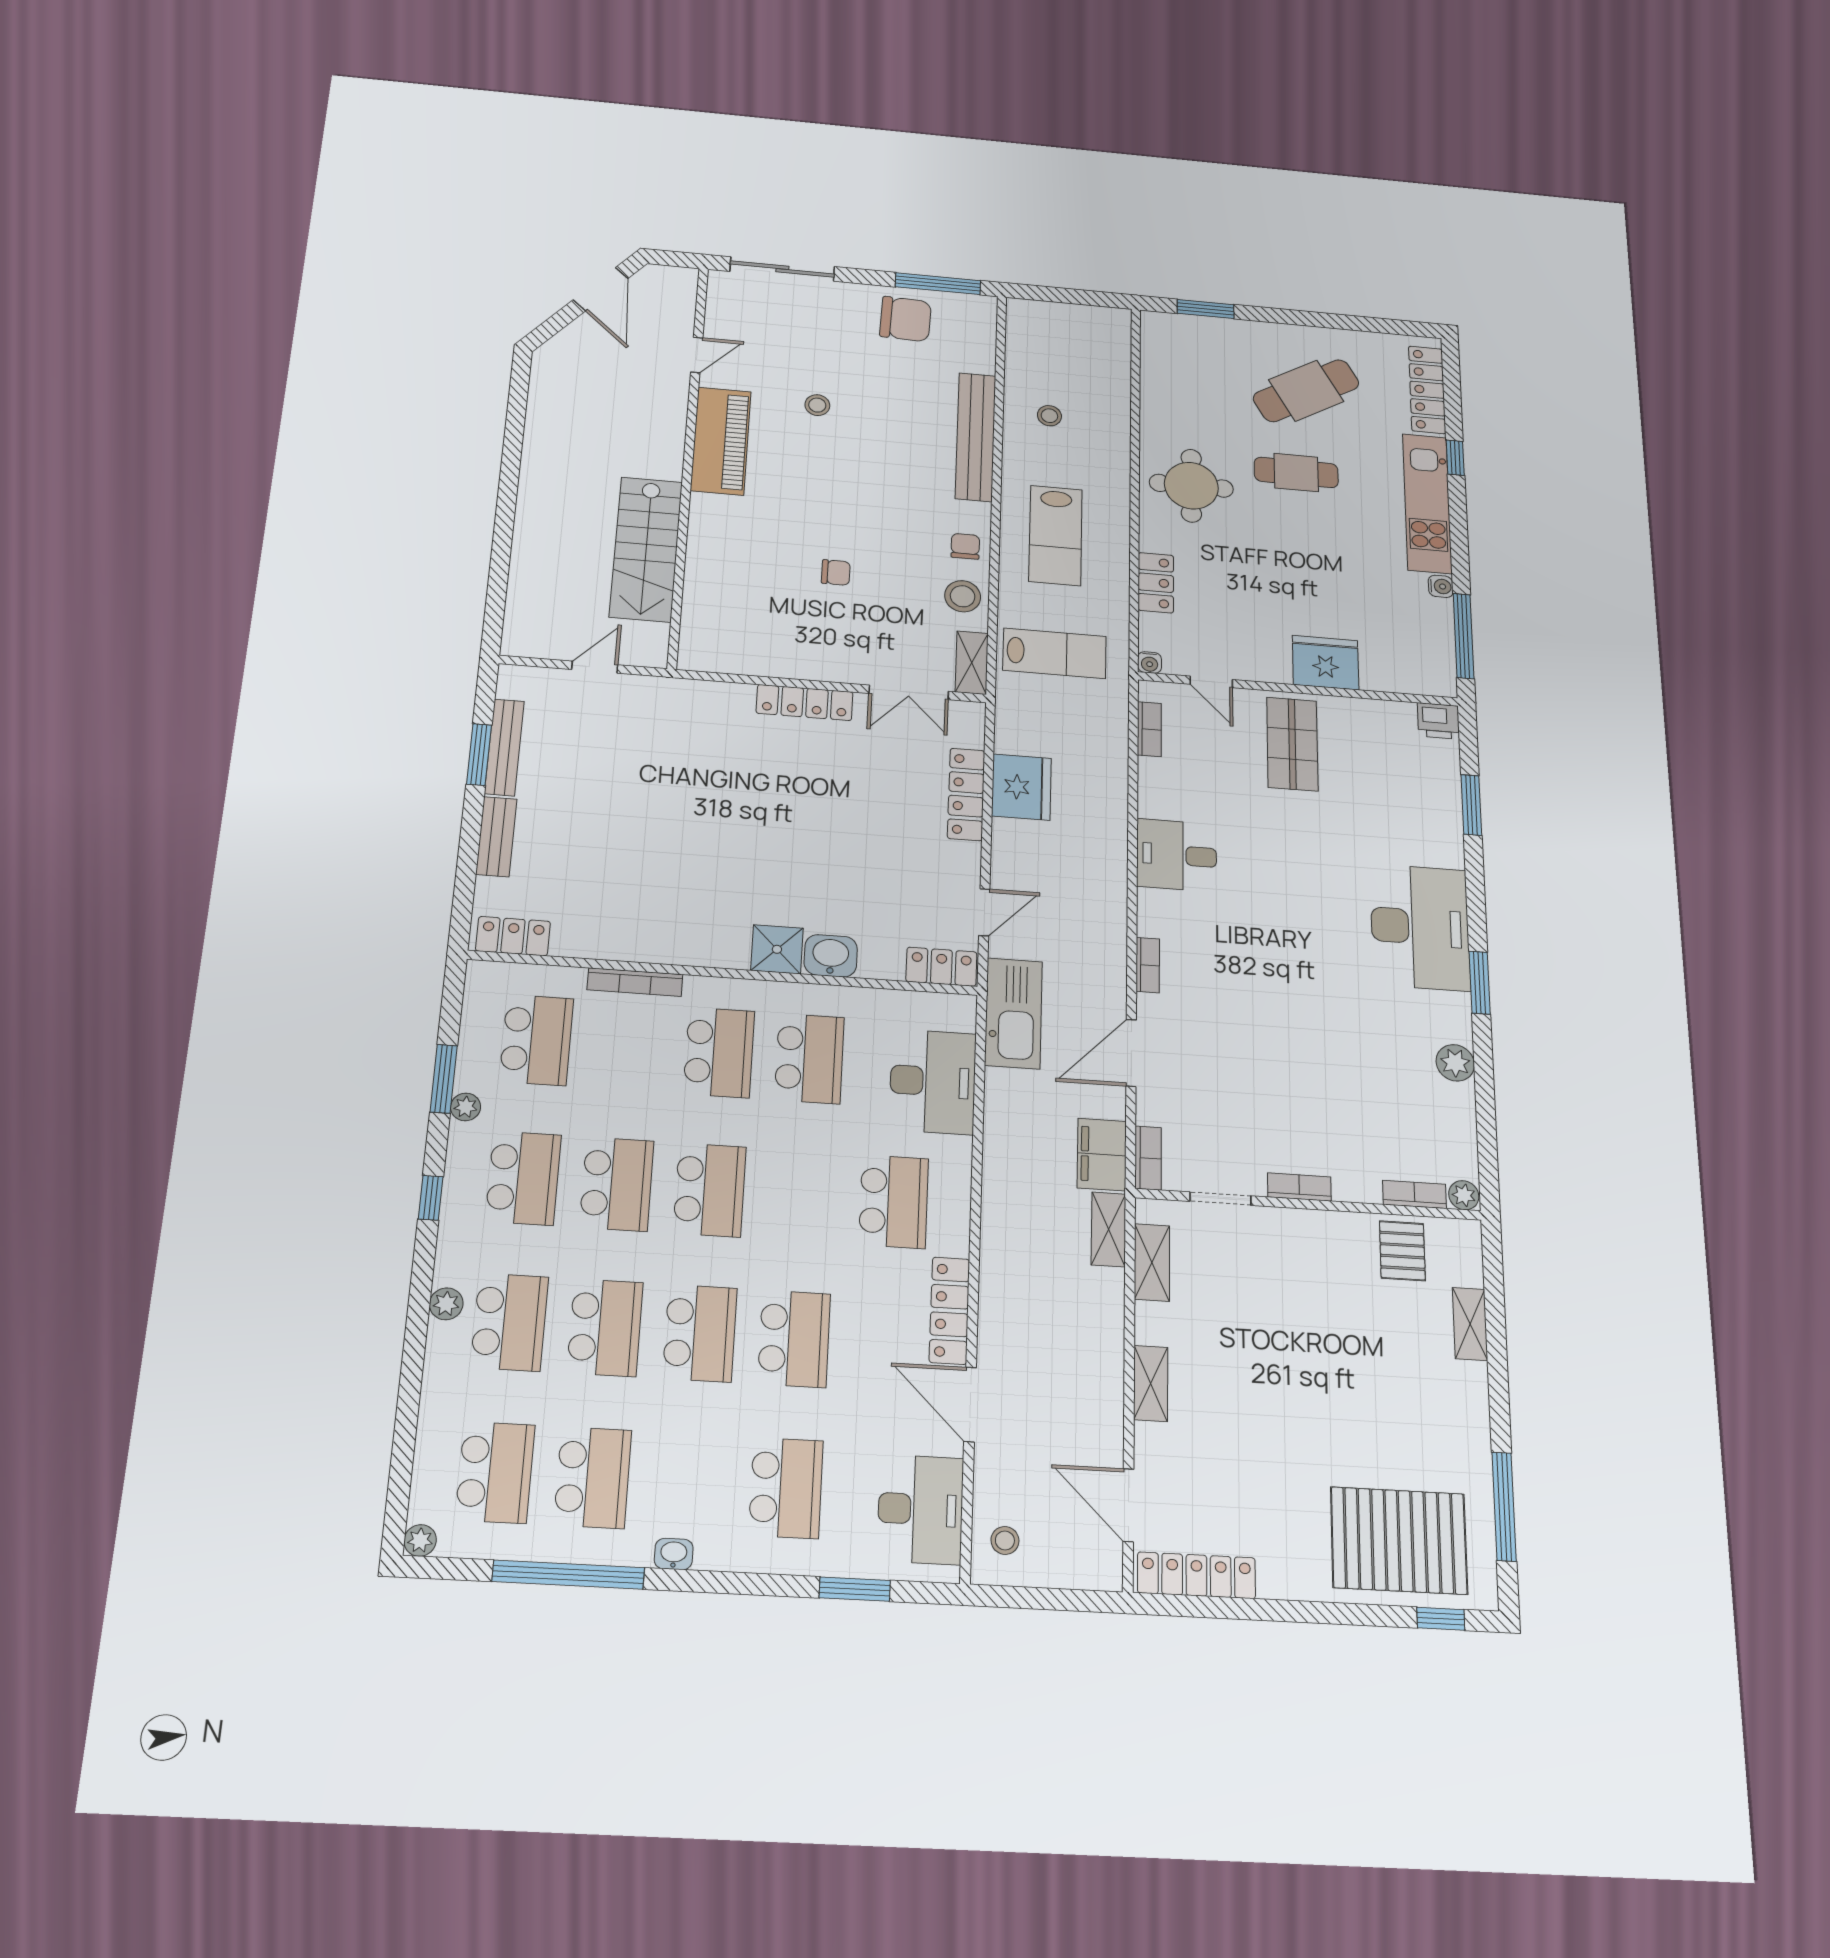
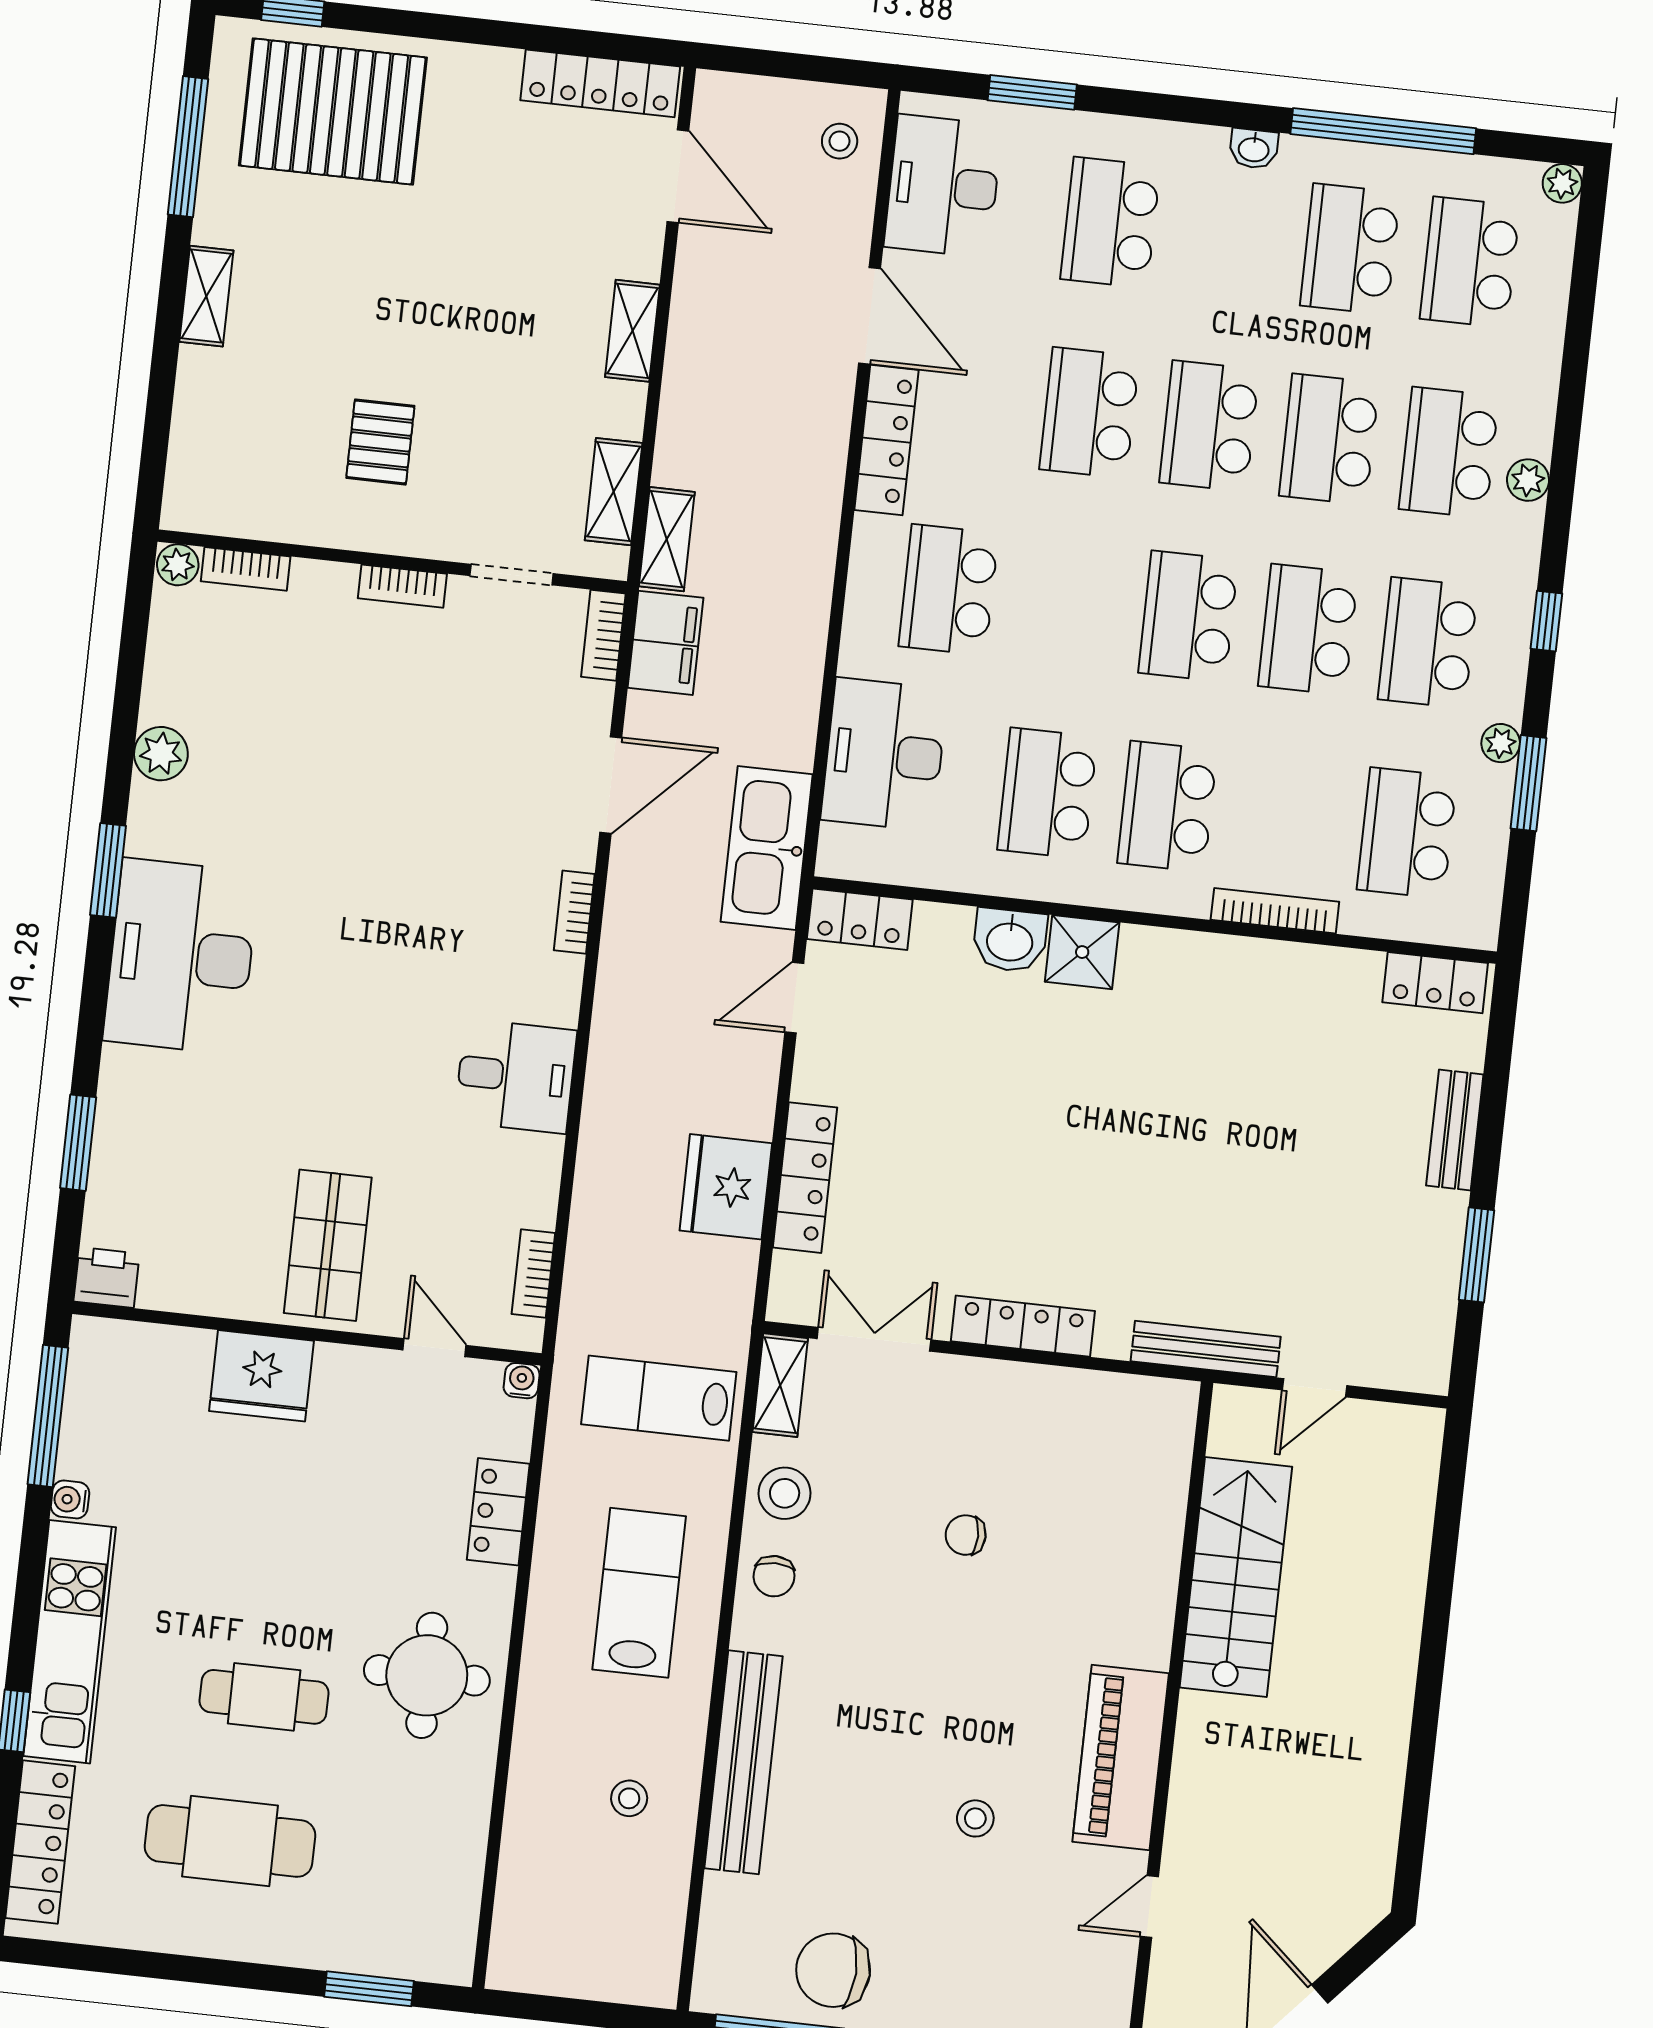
cafe table: (1306, 391) -> (230, 1841), turned 30
bench: (504, 747) -> (1206, 1349), moved, turned 90
pallet: (1402, 1251) -> (380, 442), moved
shelving: (1470, 1324) -> (206, 296), moved

